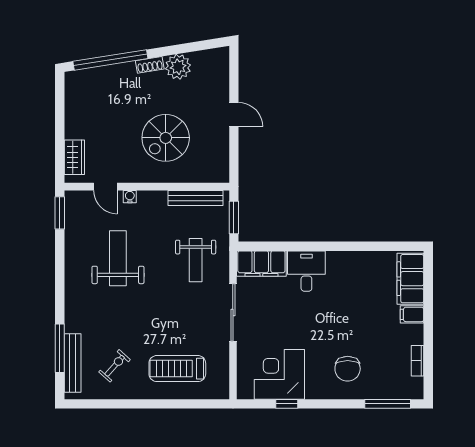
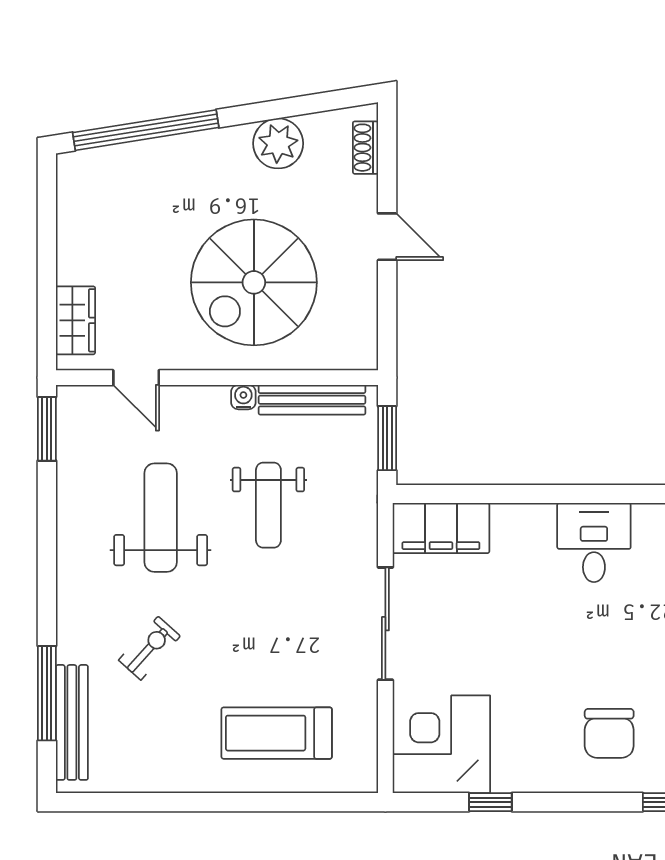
shoe rack: (150, 65) -> (365, 148), moved, turned 99
spiral stairs: (166, 138) -> (254, 282), width x1.37, depth x1.37
water cooler: (130, 197) -> (243, 397), moved
weight bench: (196, 260) -> (268, 505), moved
desk: (306, 271) -> (594, 543), moved
exercise bike: (115, 366) -> (149, 648), moved
corner desk: (279, 374) -> (441, 744), moved

